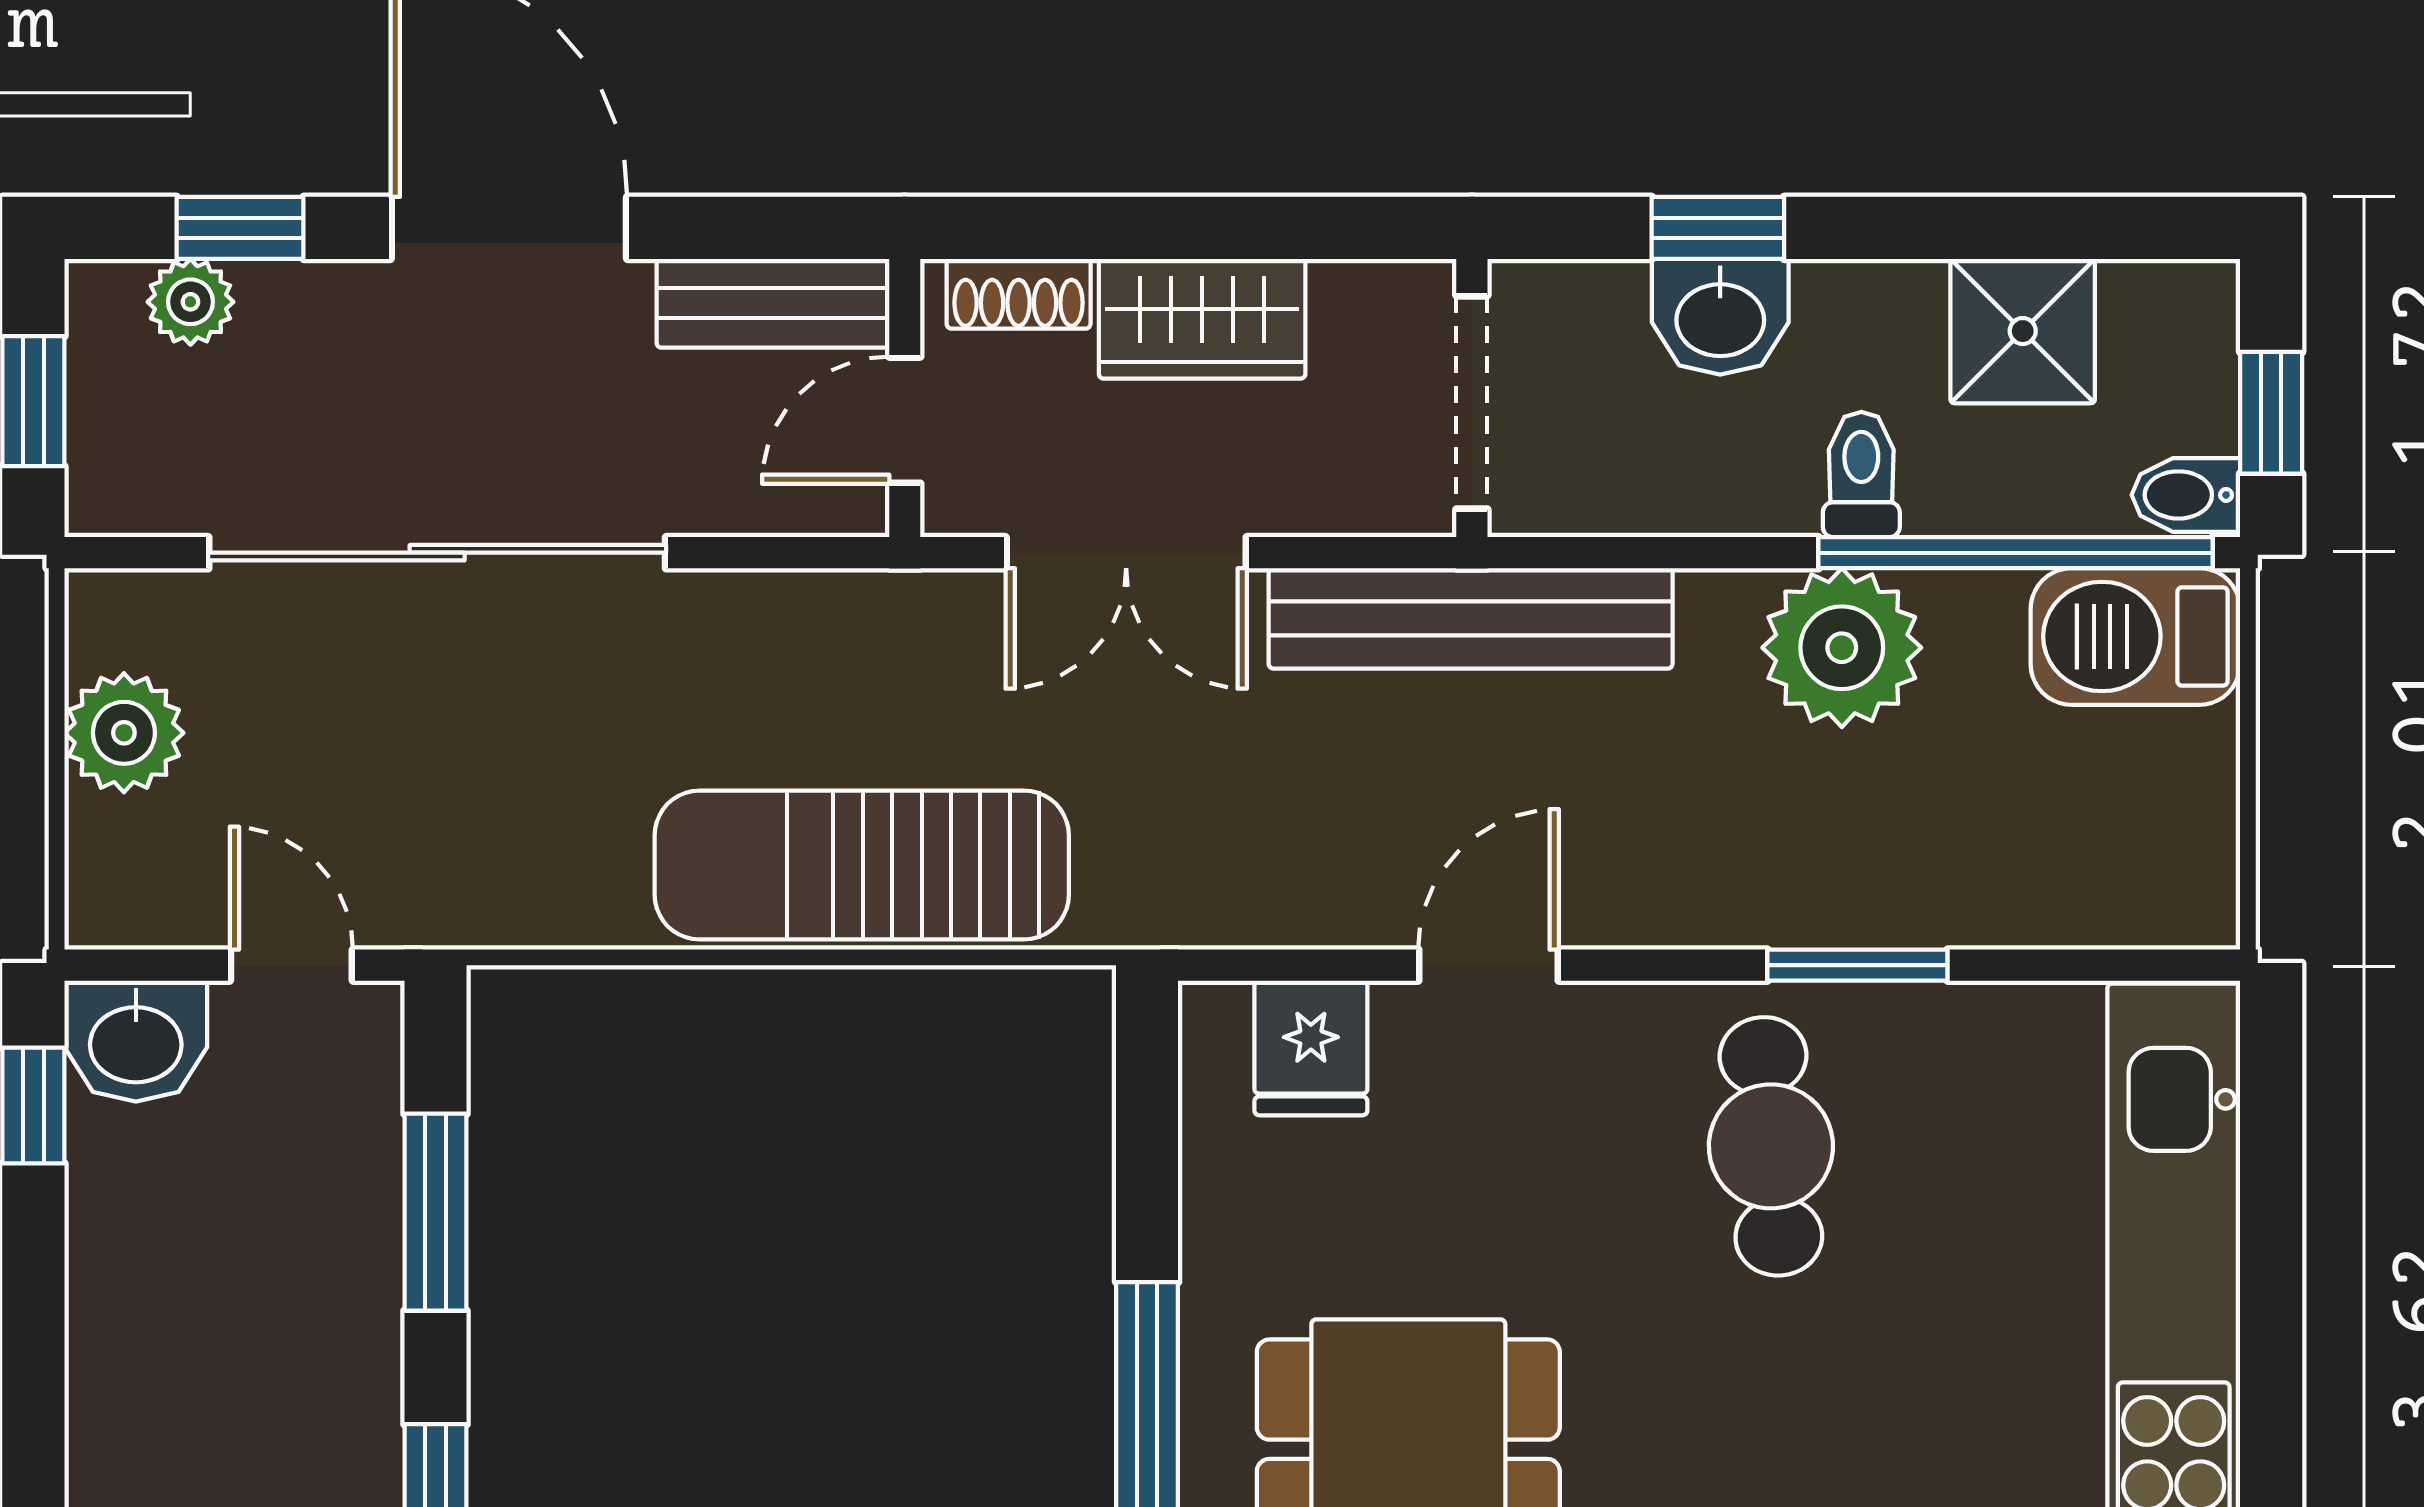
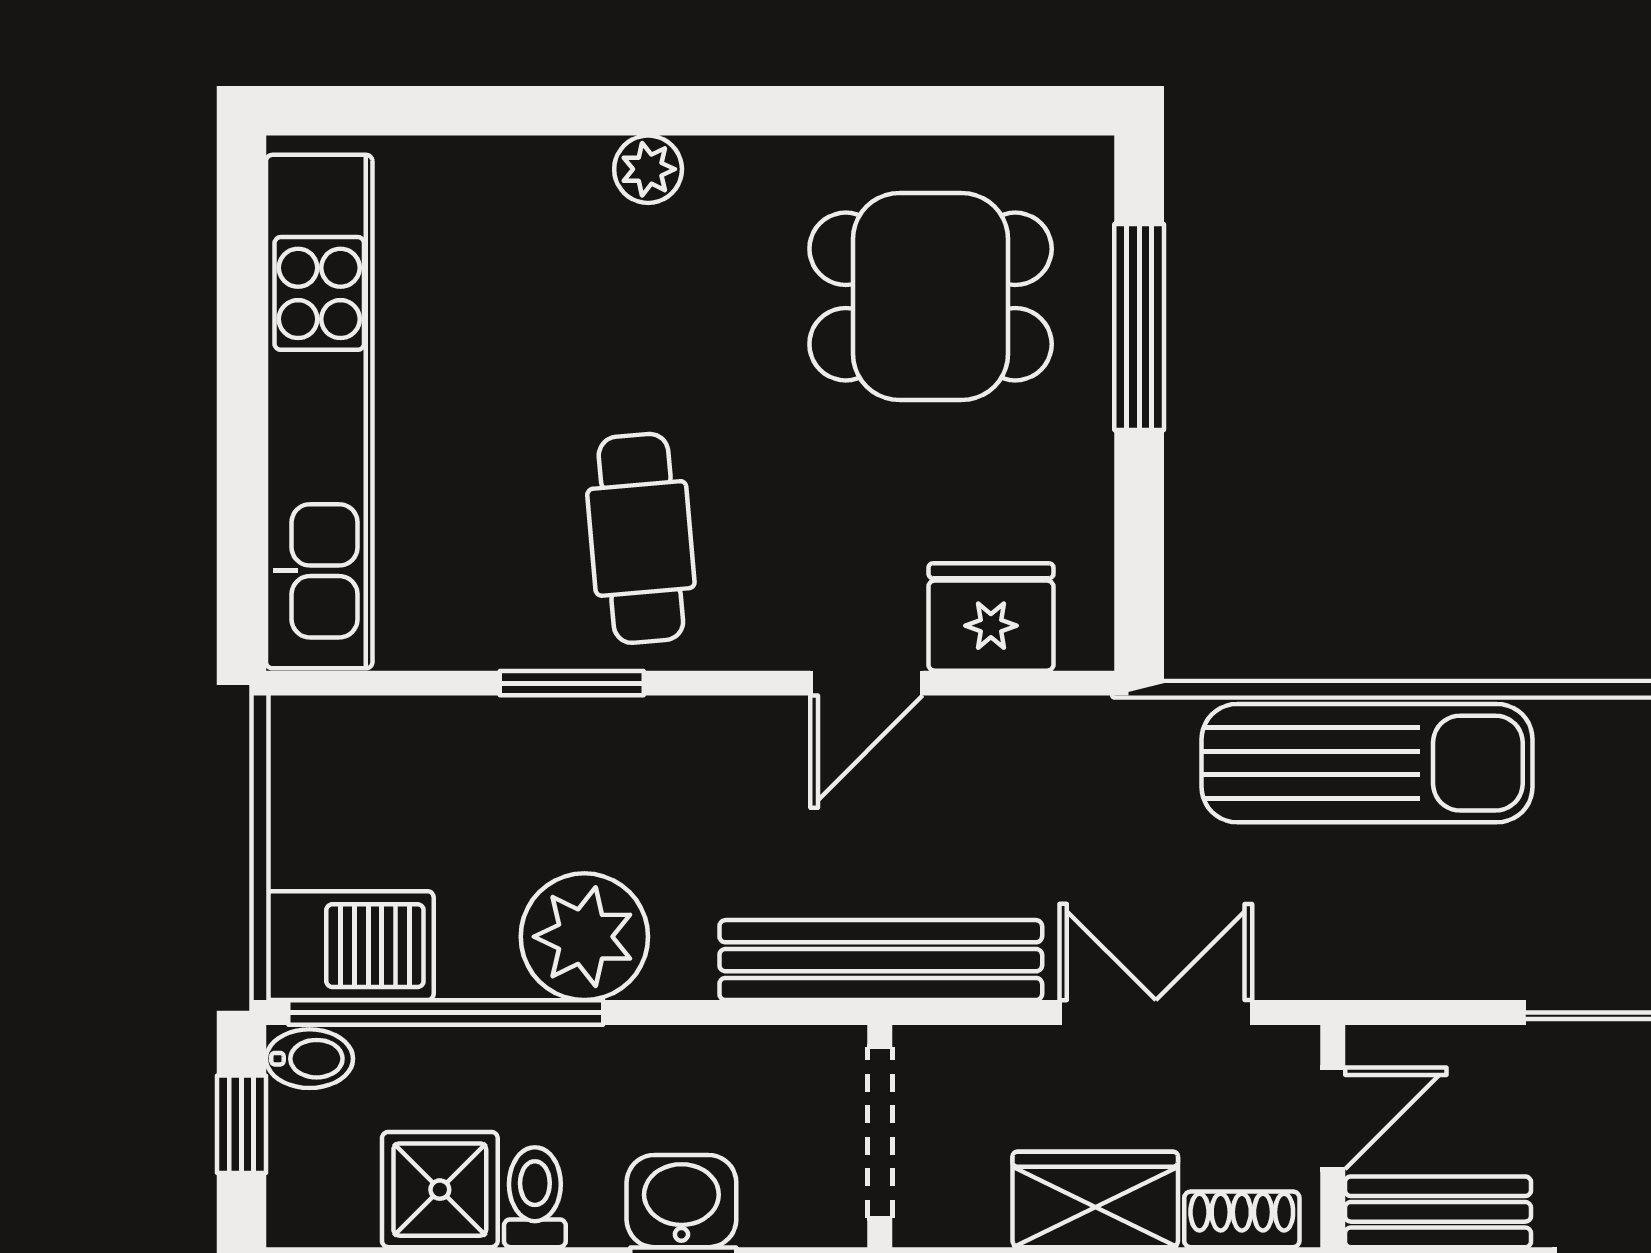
toilet: (1861, 474) -> (535, 1197), moved, turned 180
fridge: (1311, 1048) -> (991, 617), width x1.38

